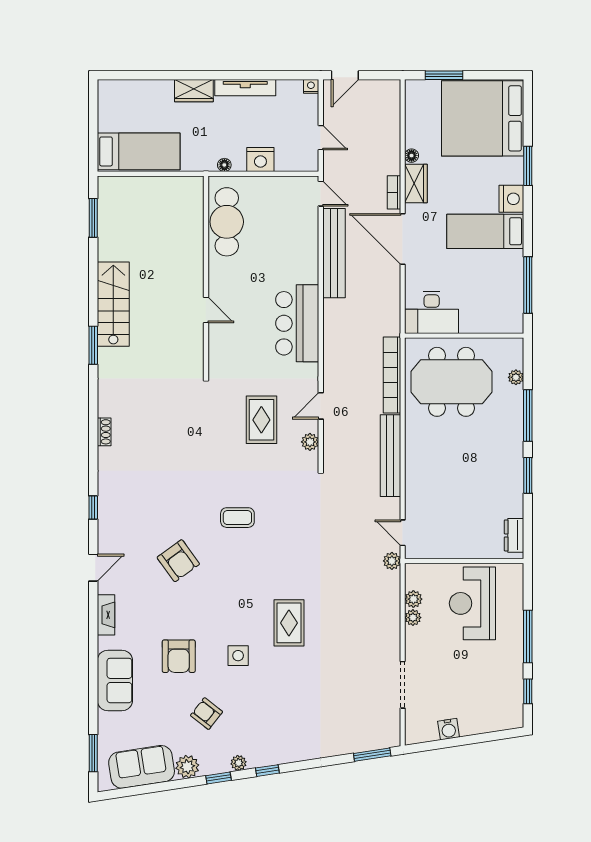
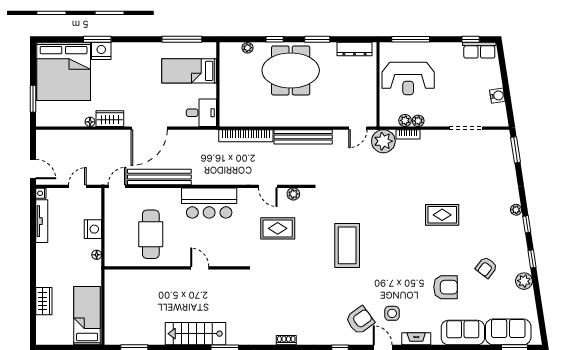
tv unit: (245, 88) -> (42, 221), moved
wardrobe: (194, 91) -> (44, 301), moved
bookcase: (394, 192) -> (408, 134), moved
nightstand: (511, 199) -> (101, 51), moved
cafe table: (227, 222) -> (151, 234), moved, turned 90
bed: (485, 231) -> (189, 71), moved, turned 90
door: (206, 310) -> (200, 268), hinge flipped
desk: (432, 312) -> (201, 113), width x0.73
meeting table: (451, 382) -> (291, 70), moved, turned 90
window: (528, 416) -> (275, 39), width x0.46
coffee table: (237, 518) -> (347, 245), width x1.86, depth x1.72
dresser: (514, 535) -> (355, 49), width x1.44
armchair: (178, 561) -> (360, 320), moved
plant: (392, 561) -> (383, 141), width x1.87, depth x1.87
rug: (289, 623) -> (442, 215), moved
window: (528, 637) -> (411, 39), moved
side table: (238, 656) -> (392, 313), moved
row of seats: (512, 704) -> (479, 50), added
plant: (239, 763) -> (516, 210), moved
sofa: (142, 767) -> (508, 332), moved, turned 99

